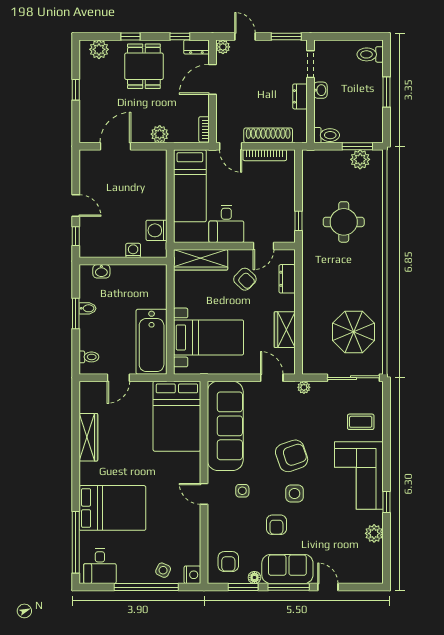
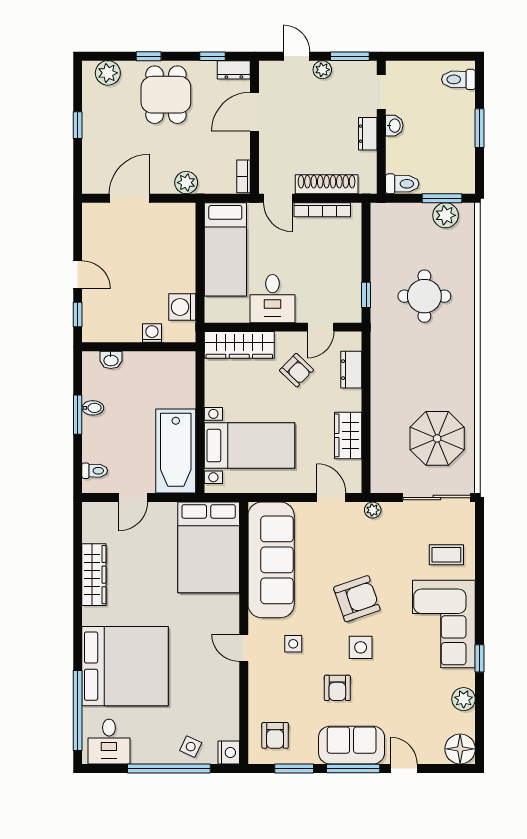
plant: (223, 47) -> (322, 70), moved
bed: (112, 508) -> (125, 666), width x1.36
floor lamp: (254, 577) -> (460, 749), moved, width x1.89, depth x1.89

